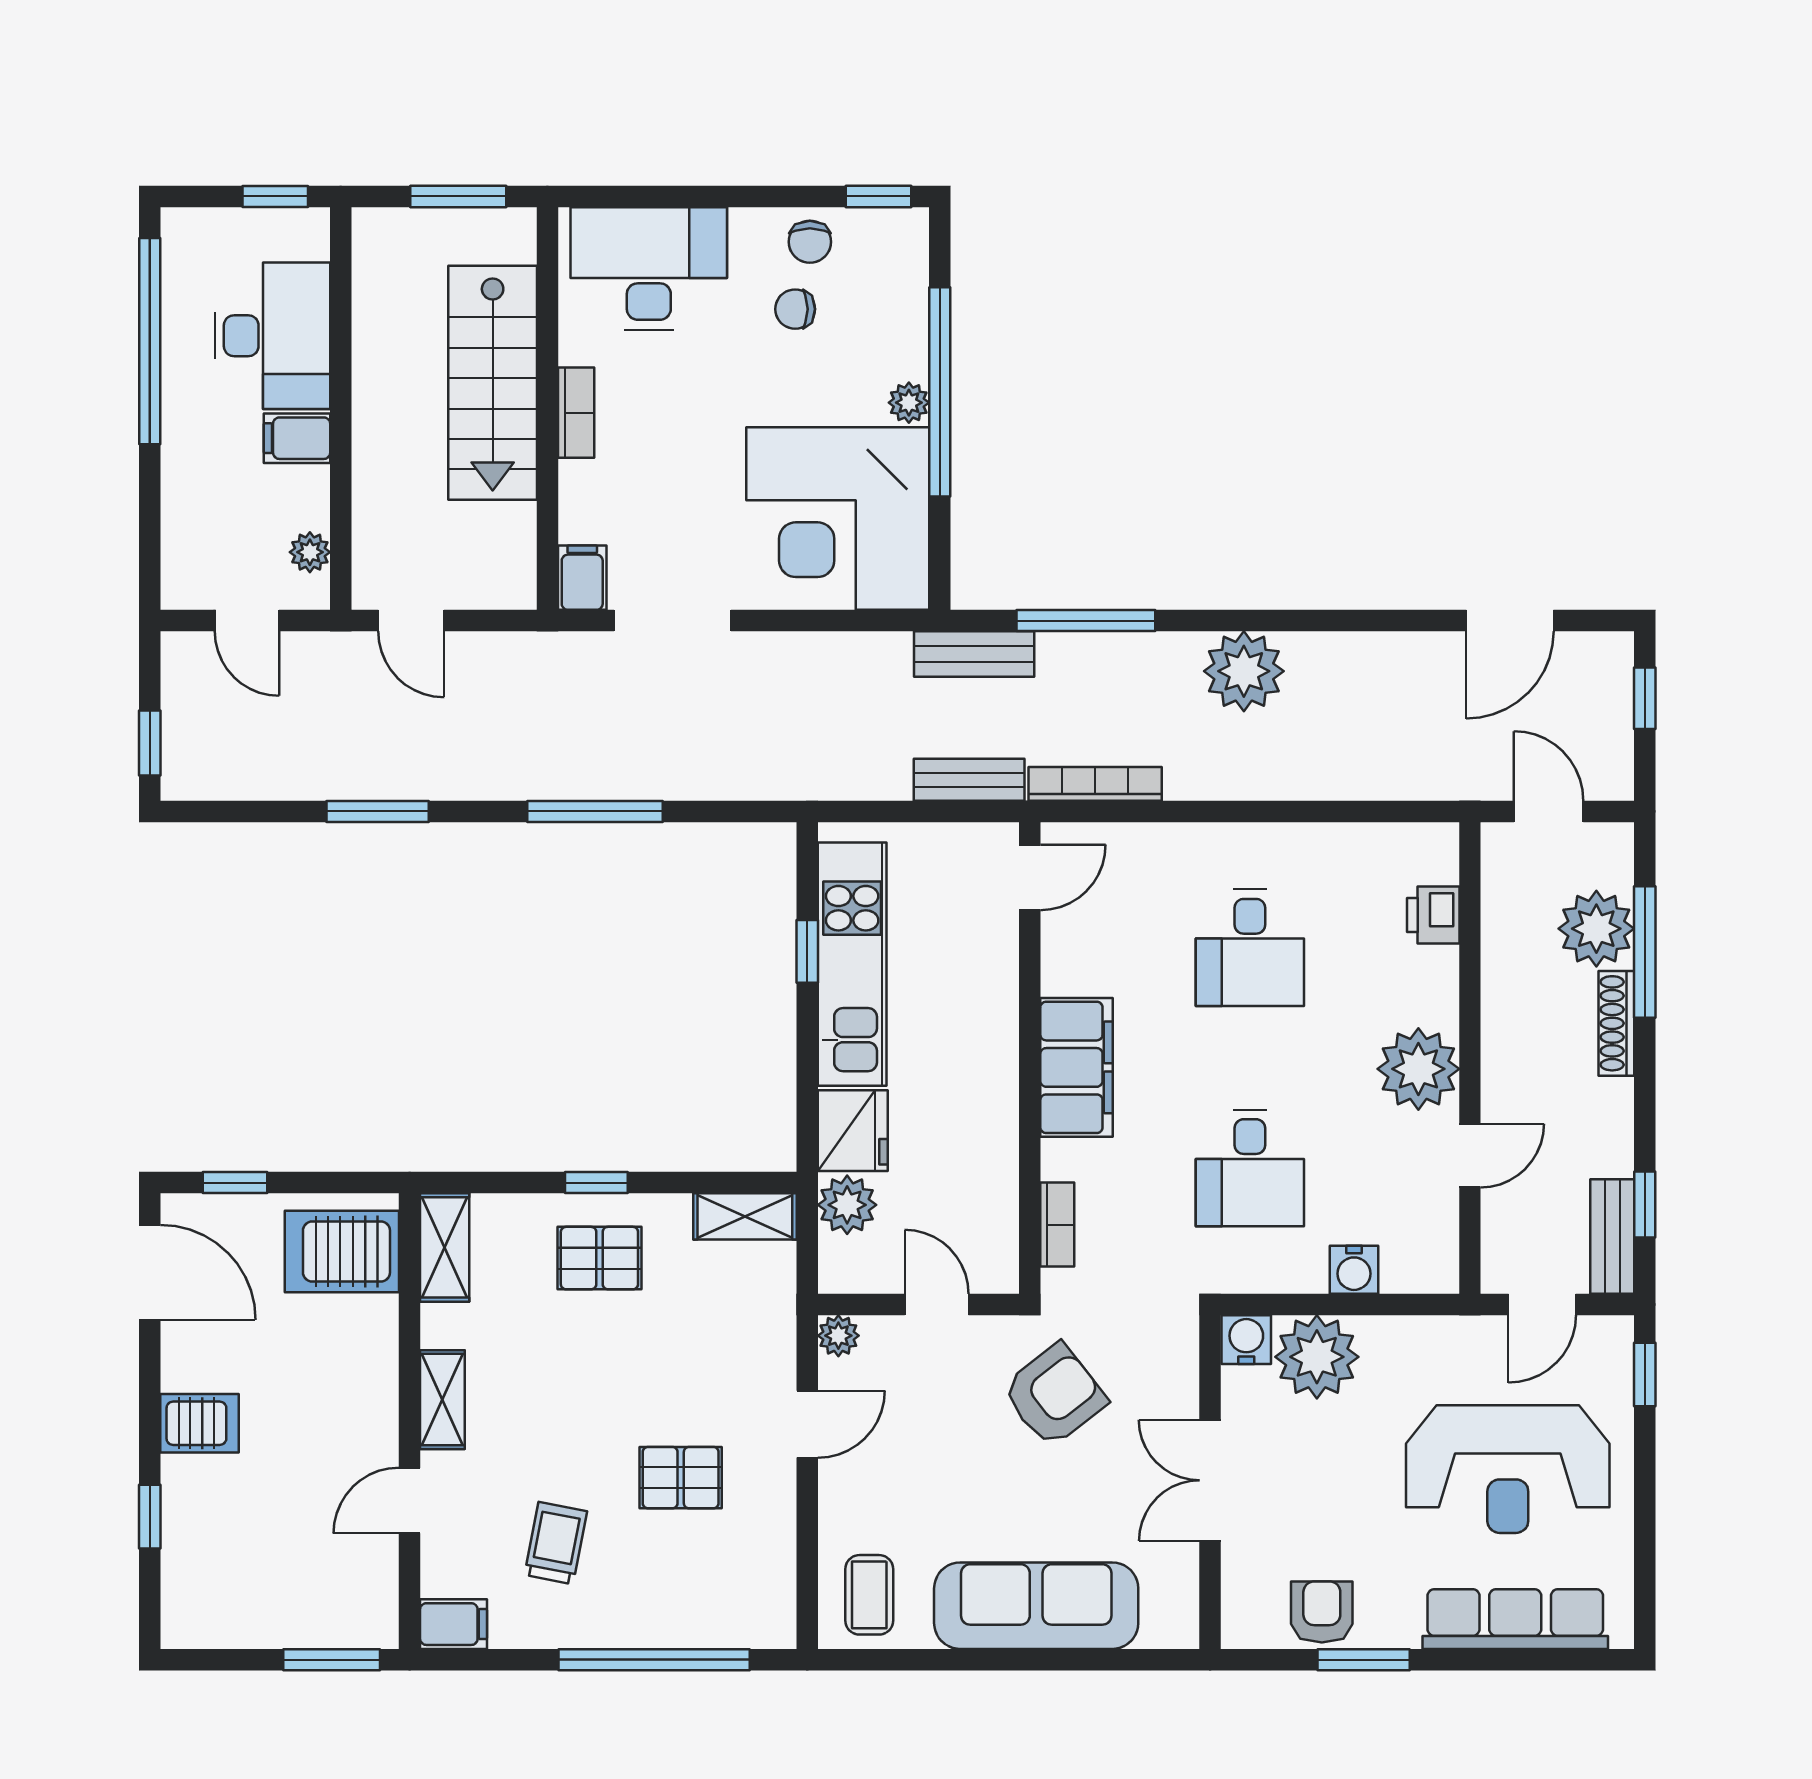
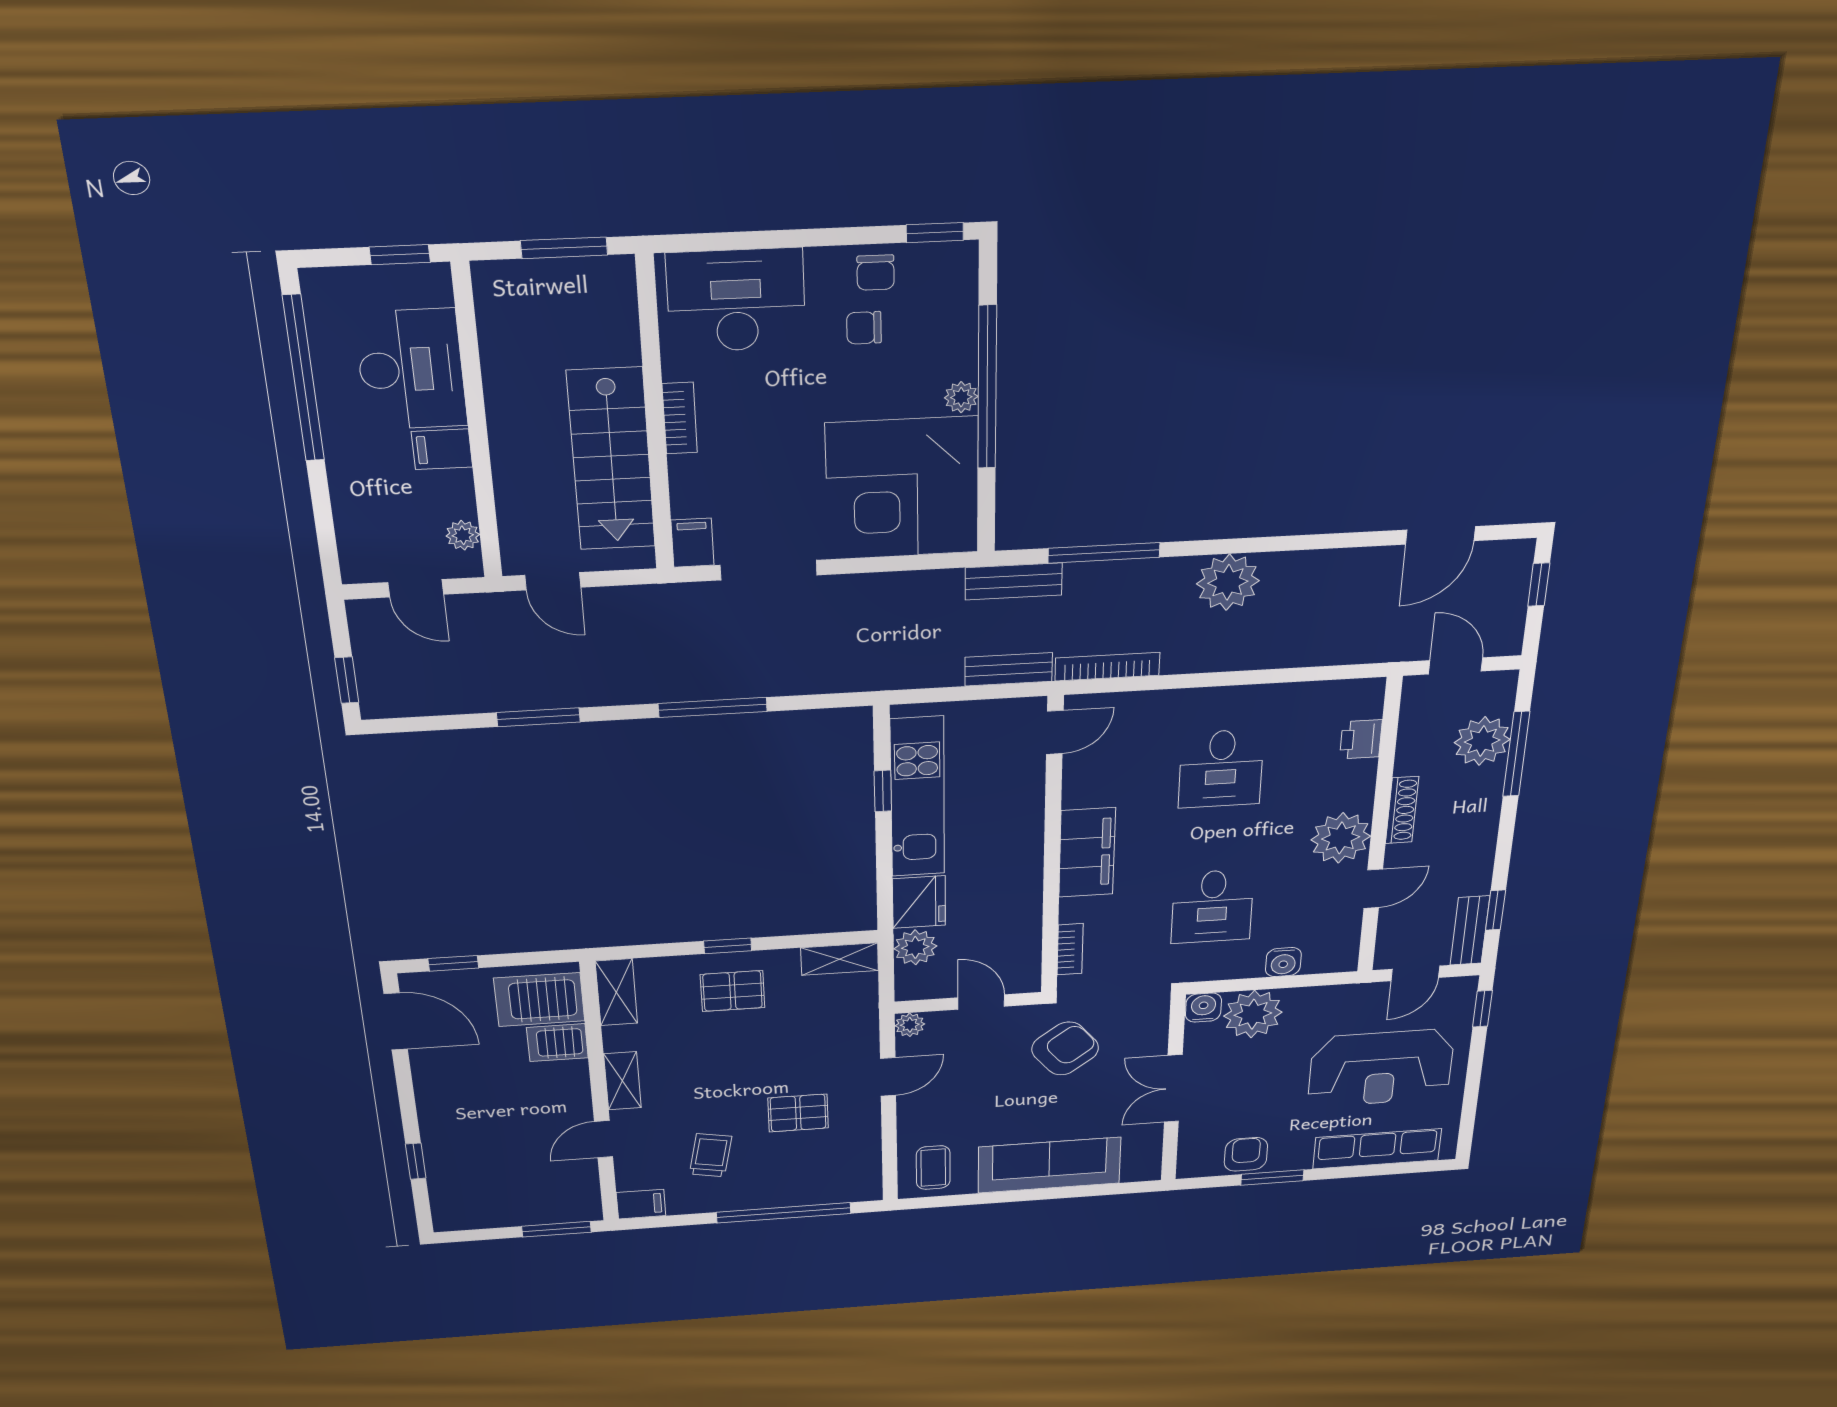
stairs: (493, 383) -> (611, 460), moved
shoe rack: (1616, 1023) -> (1402, 810), moved, turned 180
server rack: (200, 1423) -> (557, 1043), moved, turned 180

